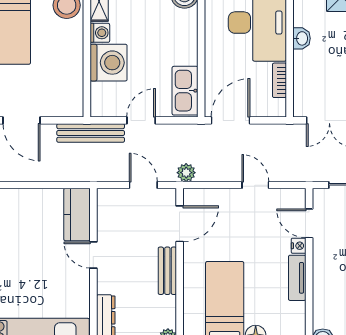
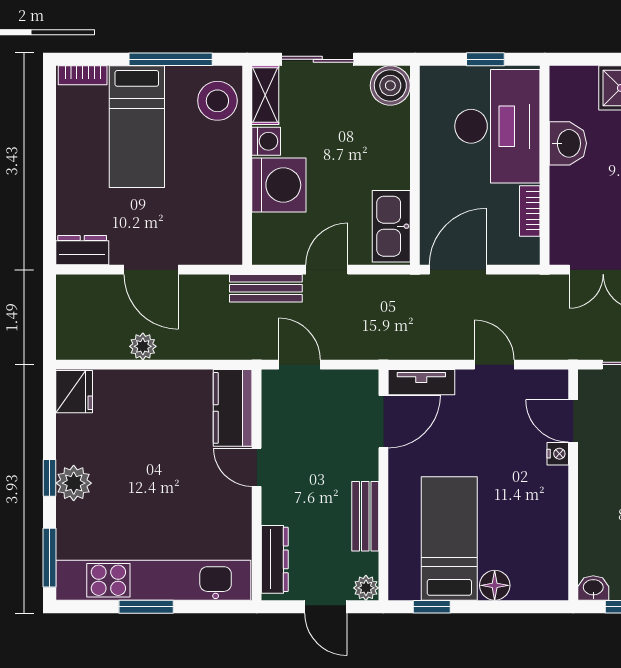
washbasin: (302, 38) -> (568, 143), width x1.38, depth x1.45
bench: (91, 133) -> (266, 288), width x0.73
plant: (186, 173) -> (143, 346), moved
door: (143, 185) -> (300, 365), moved
bench: (167, 271) -> (365, 516), moved
tv unit: (297, 278) -> (421, 382), moved, turned -90

